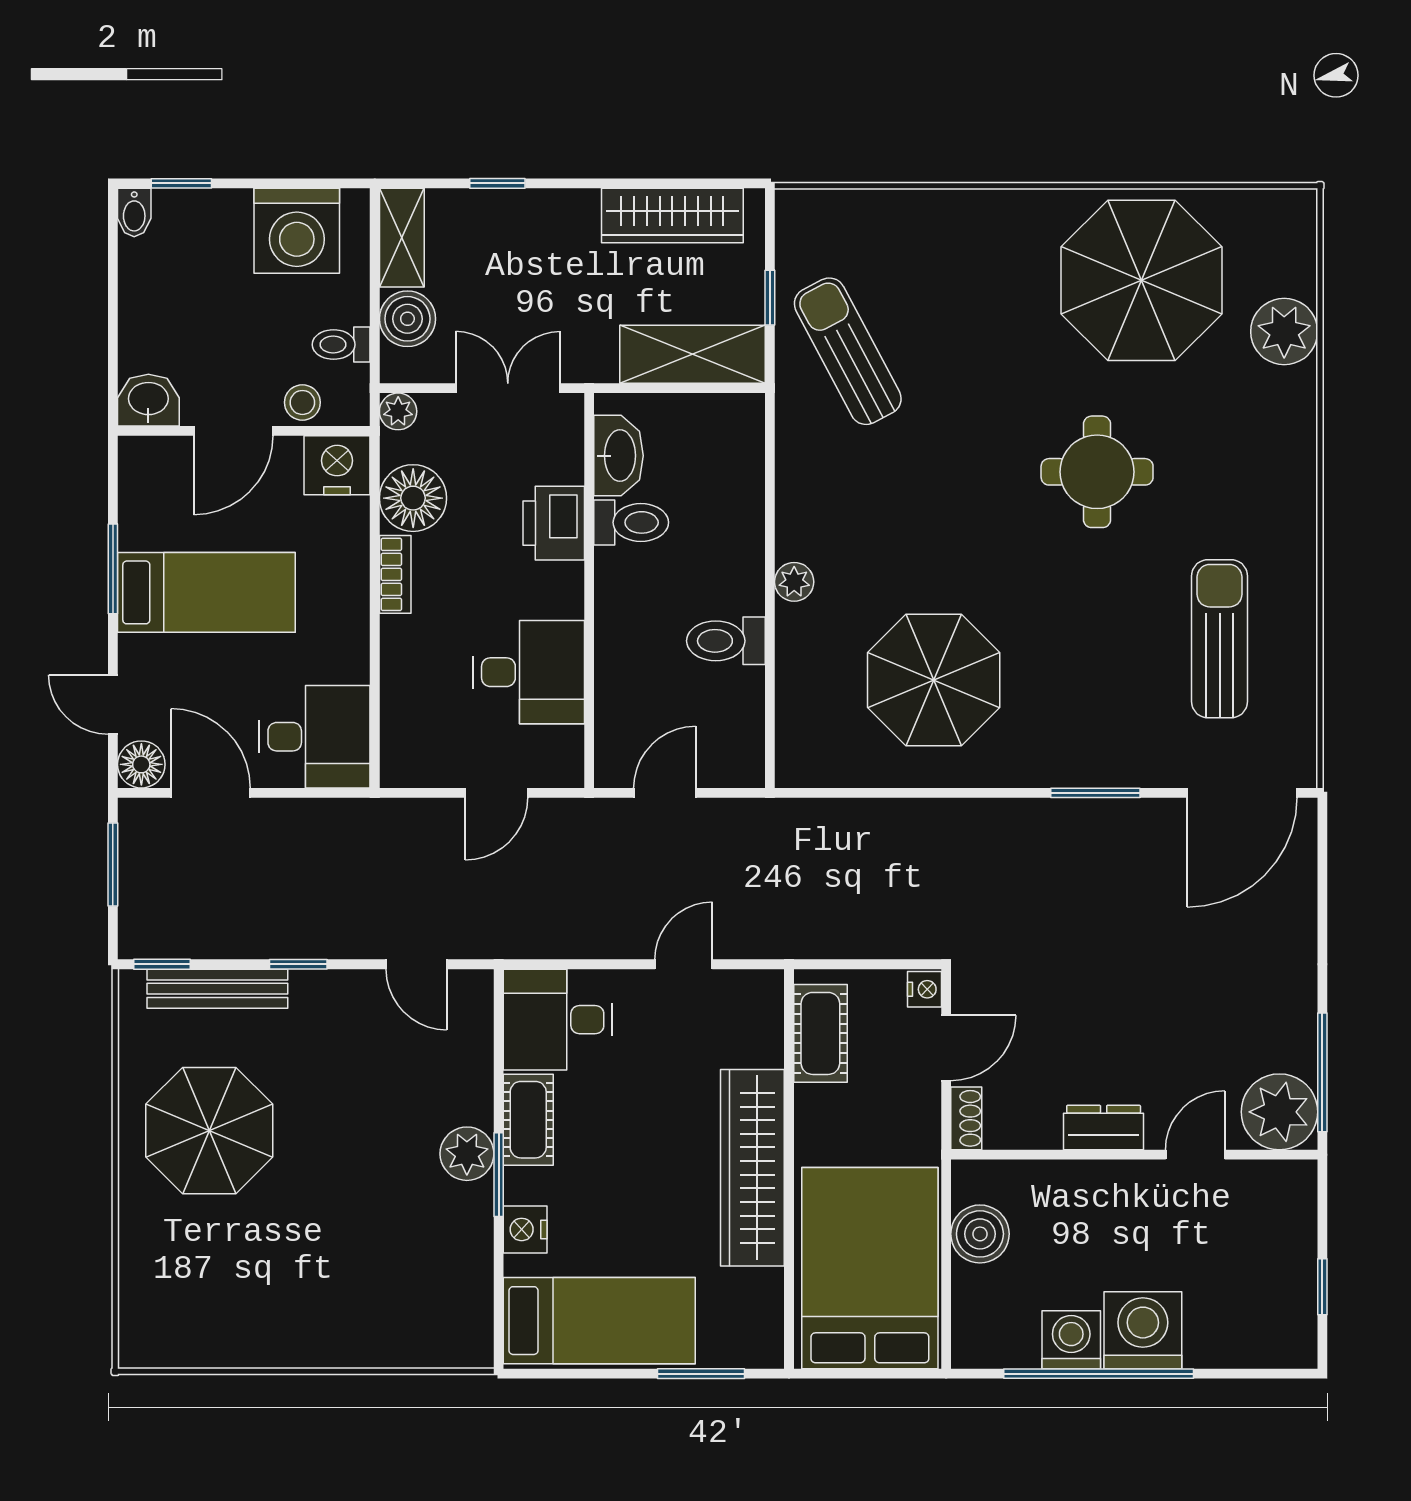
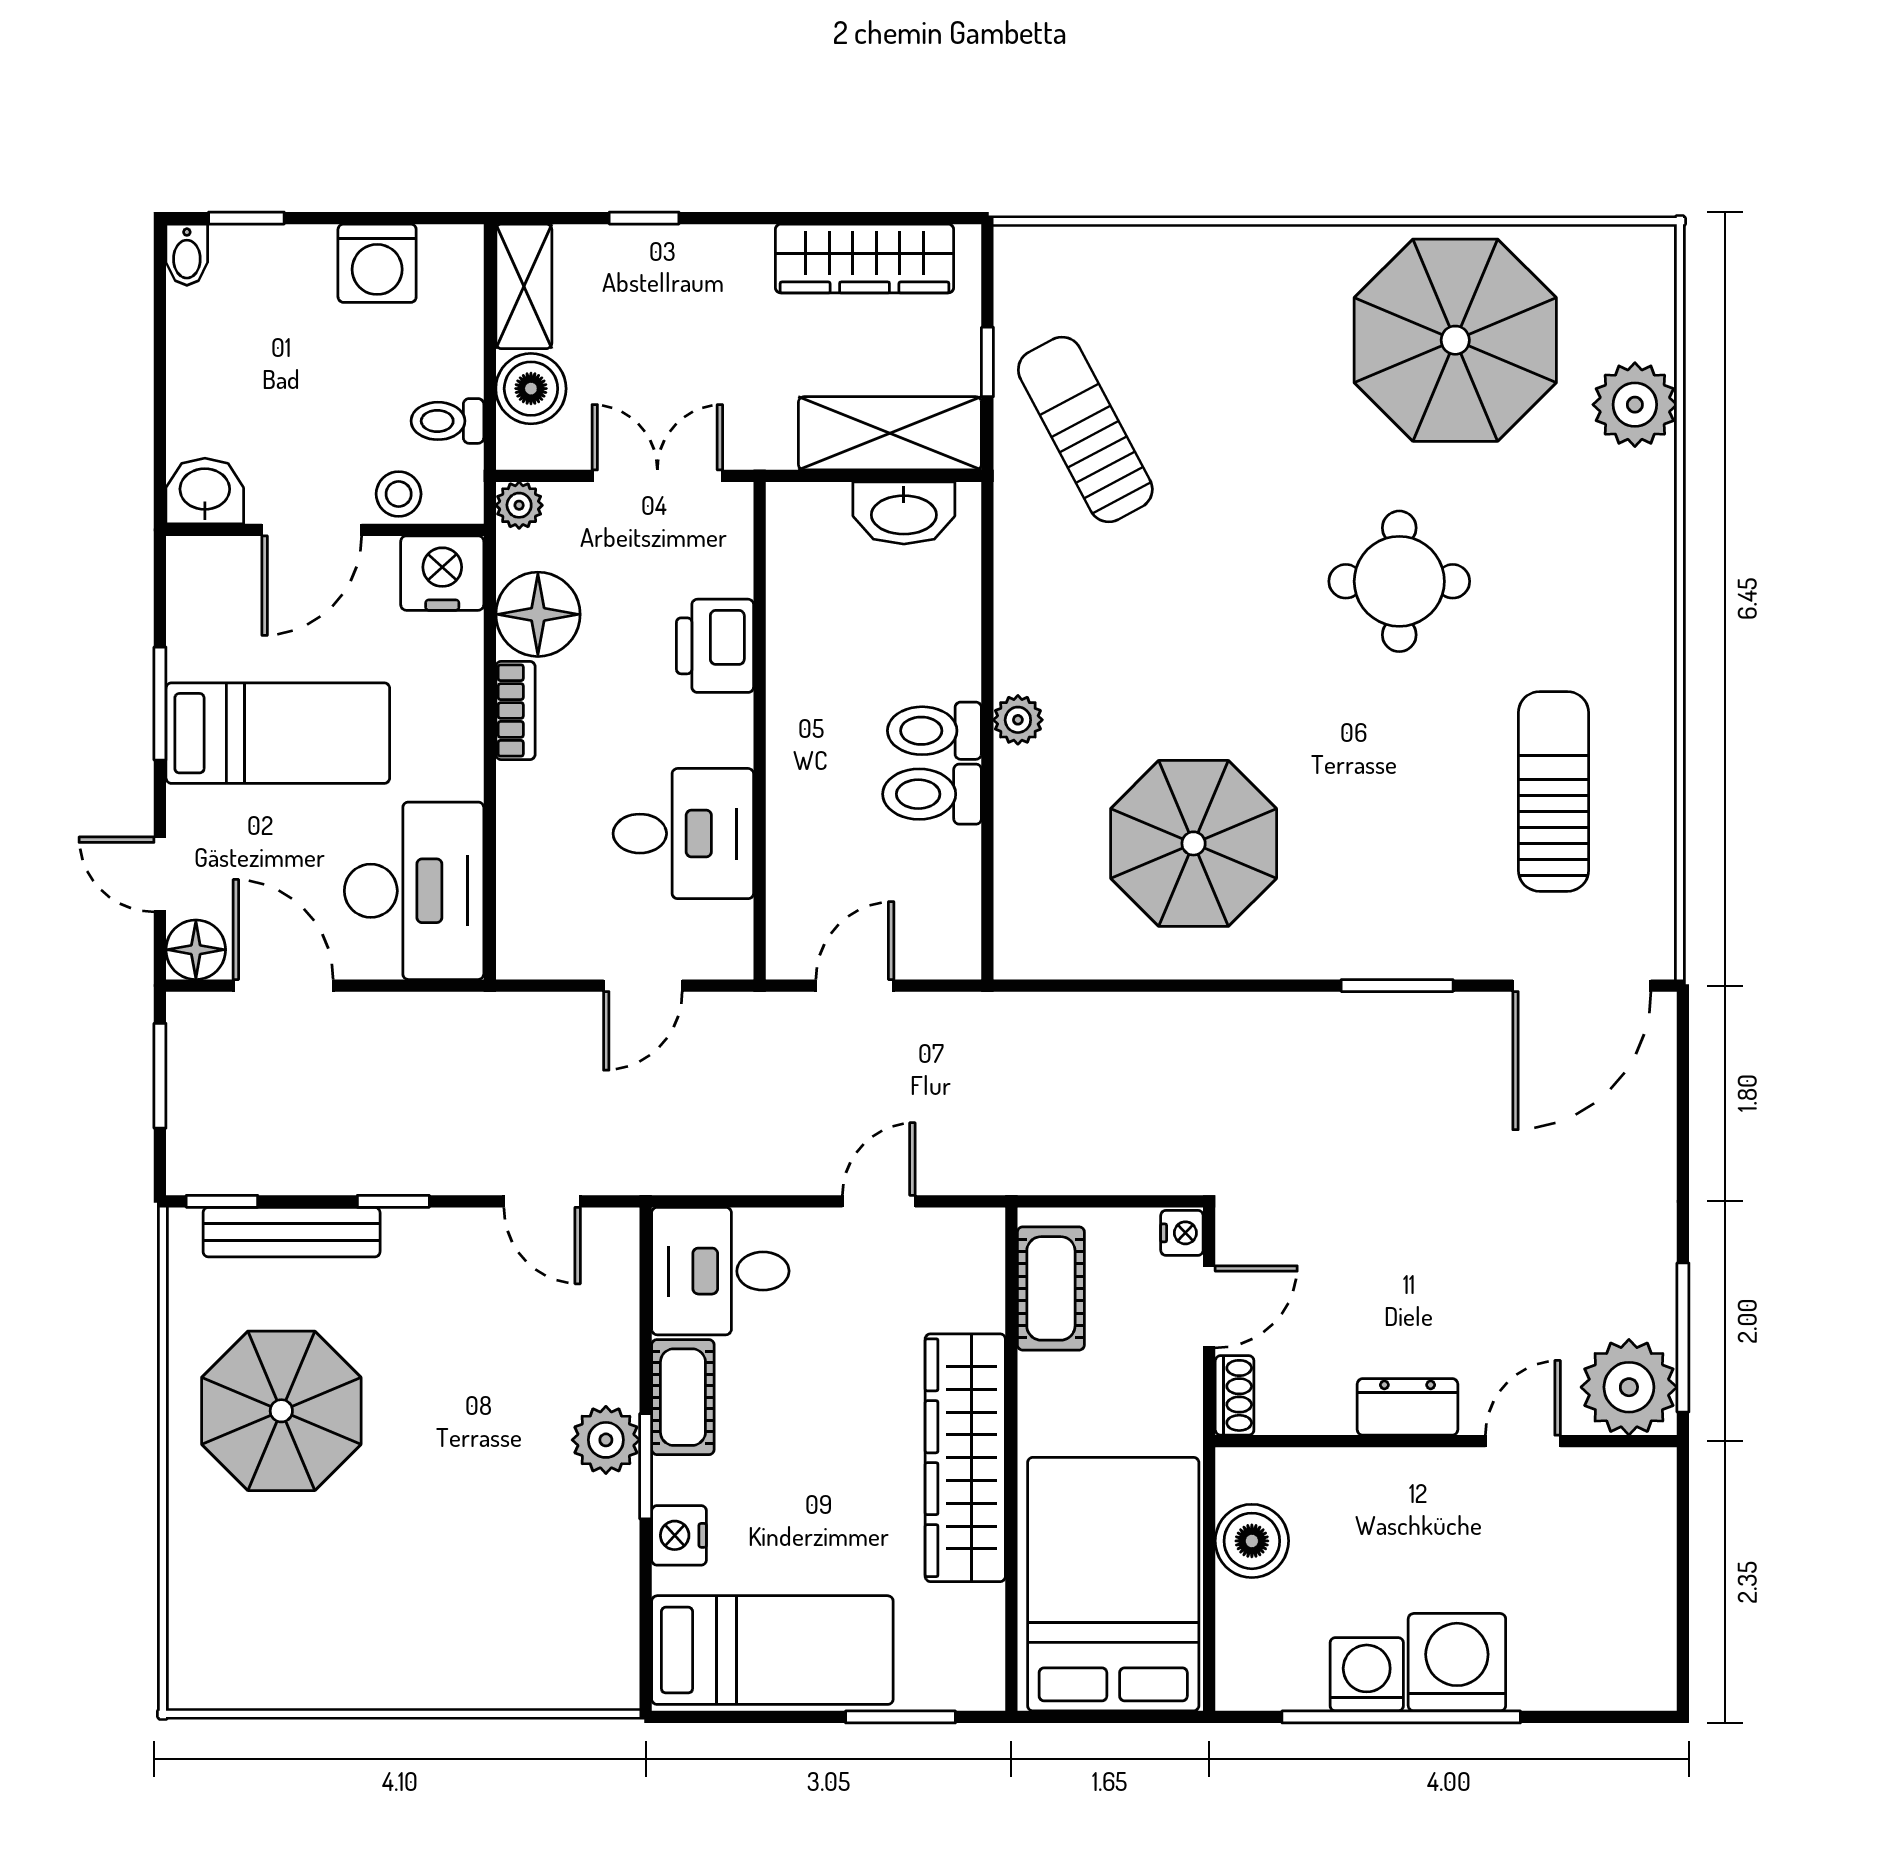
washing machine: (297, 231) -> (377, 263), width x0.73, depth x0.73
washbasin: (618, 456) -> (904, 513), moved, turned 90
toilet: (631, 522) -> (934, 731), moved, turned 180
desk: (315, 737) -> (414, 891), width x1.37
window: (1322, 1287) -> (1683, 1607), removed

